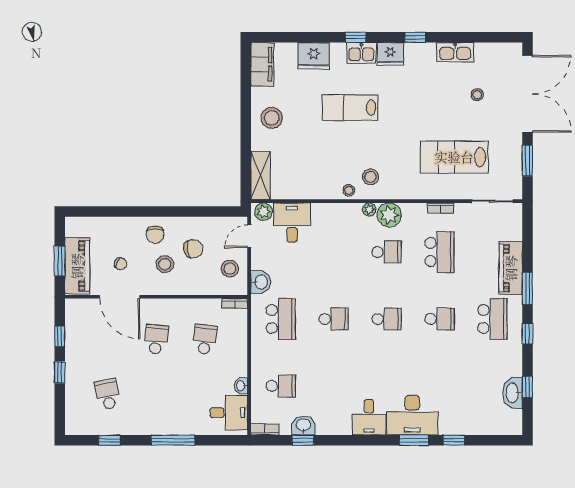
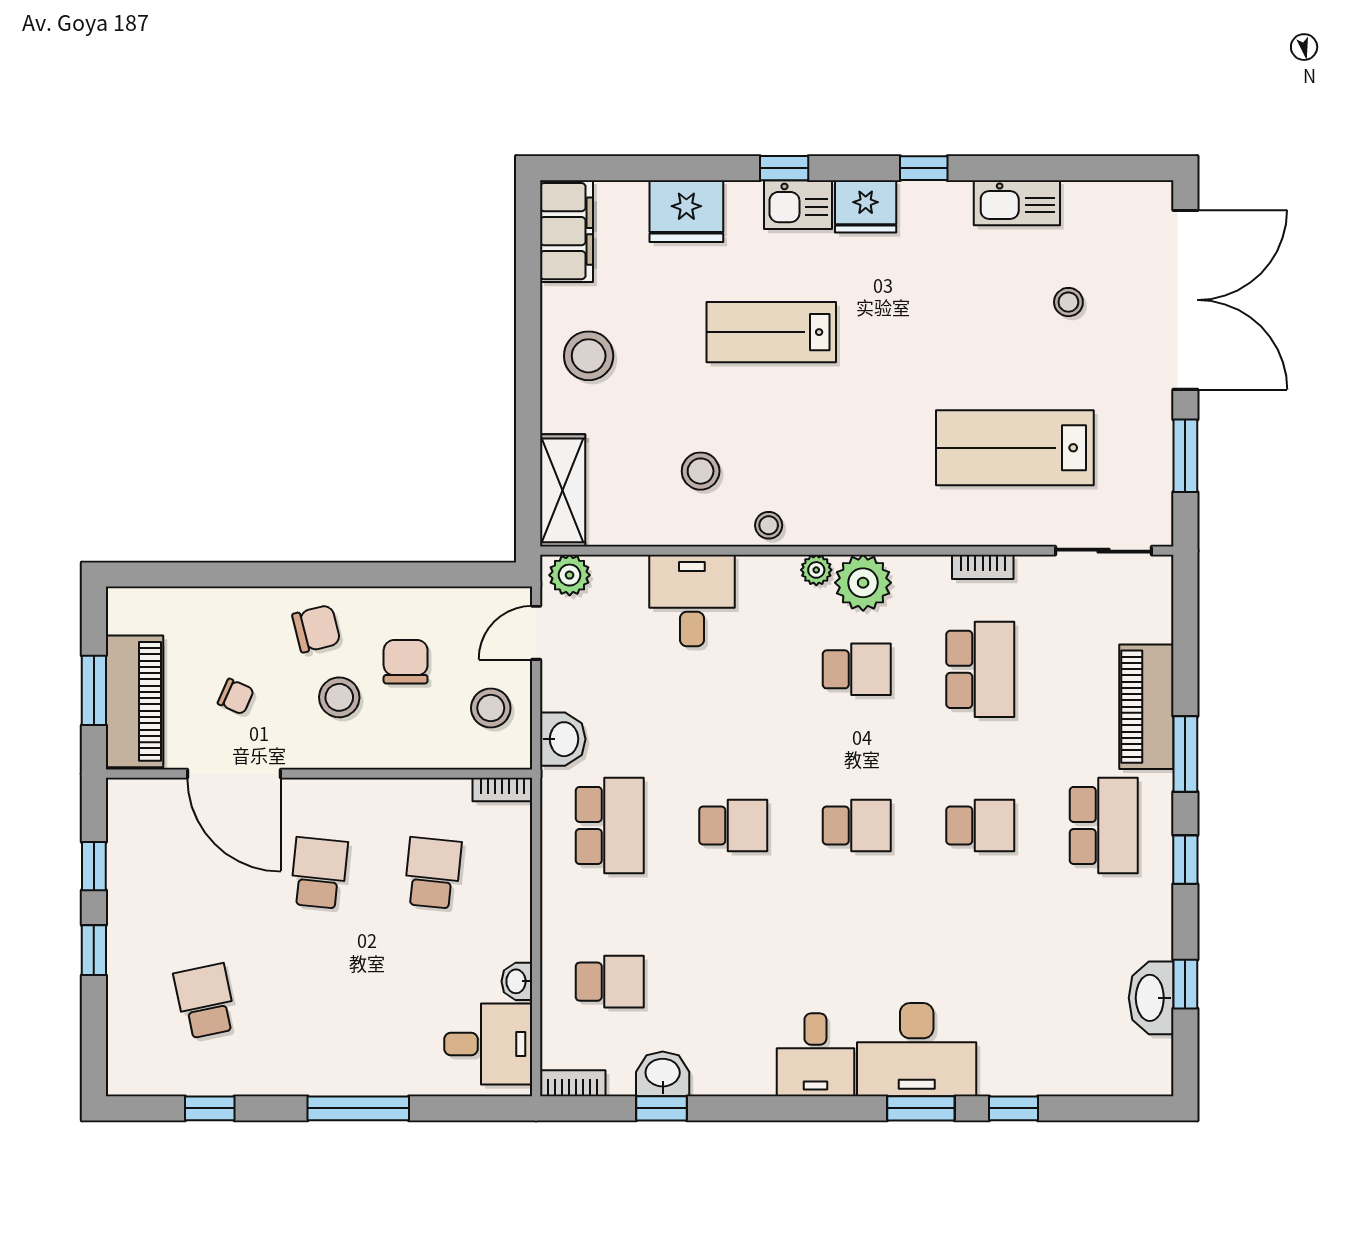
stool: (371, 177) -> (701, 471), moved
desk: (292, 223) -> (692, 601), moved
chair: (155, 235) -> (316, 629), turned -104
chair: (193, 249) -> (406, 662), turned -81

